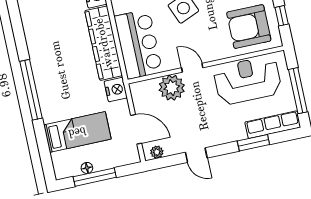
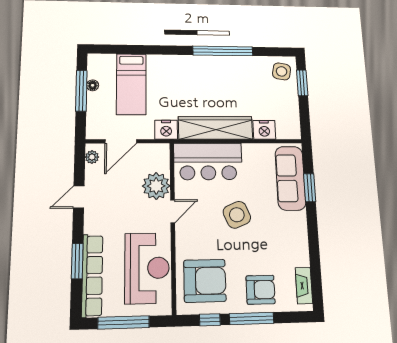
armchair: (249, 27) -> (205, 281), turned 90
window: (31, 90) -> (223, 51), moved
row of seats: (273, 125) -> (92, 275), width x1.36

